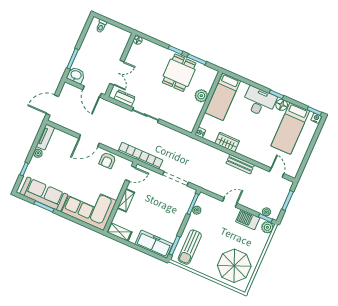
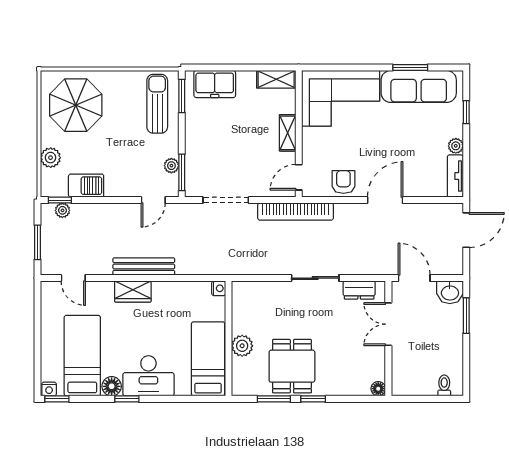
wardrobe: (227, 142) -> (133, 292), moved
bench: (240, 164) -> (144, 266), width x1.36
door: (230, 202) -> (153, 200), moved
plant: (267, 227) -> (51, 158), moved
freezer: (154, 244) -> (215, 84), width x0.71

